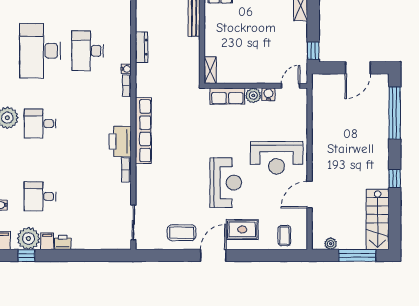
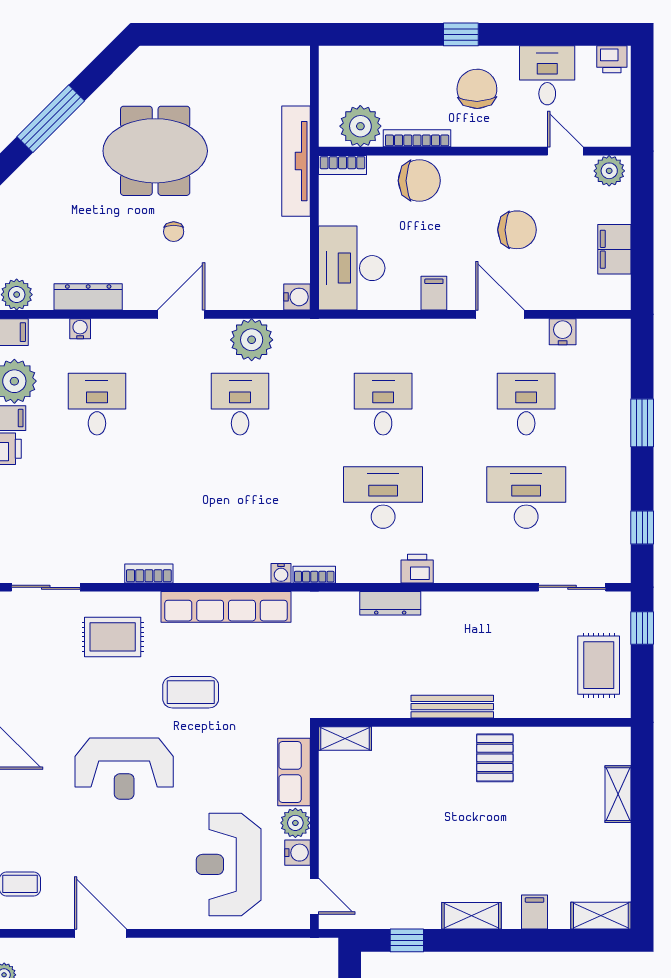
desk: (40, 51) -> (383, 404), width x0.53, depth x0.77
window: (313, 51) -> (407, 940), moved
water cooler: (126, 69) -> (281, 573), moved
printer: (120, 141) -> (417, 569), moved, width x0.53, depth x0.68
reception desk: (277, 158) -> (229, 864), moved
rug: (242, 229) -> (113, 637), moved, turned 90
coffee table: (182, 233) -> (191, 692), moved, turned 90

